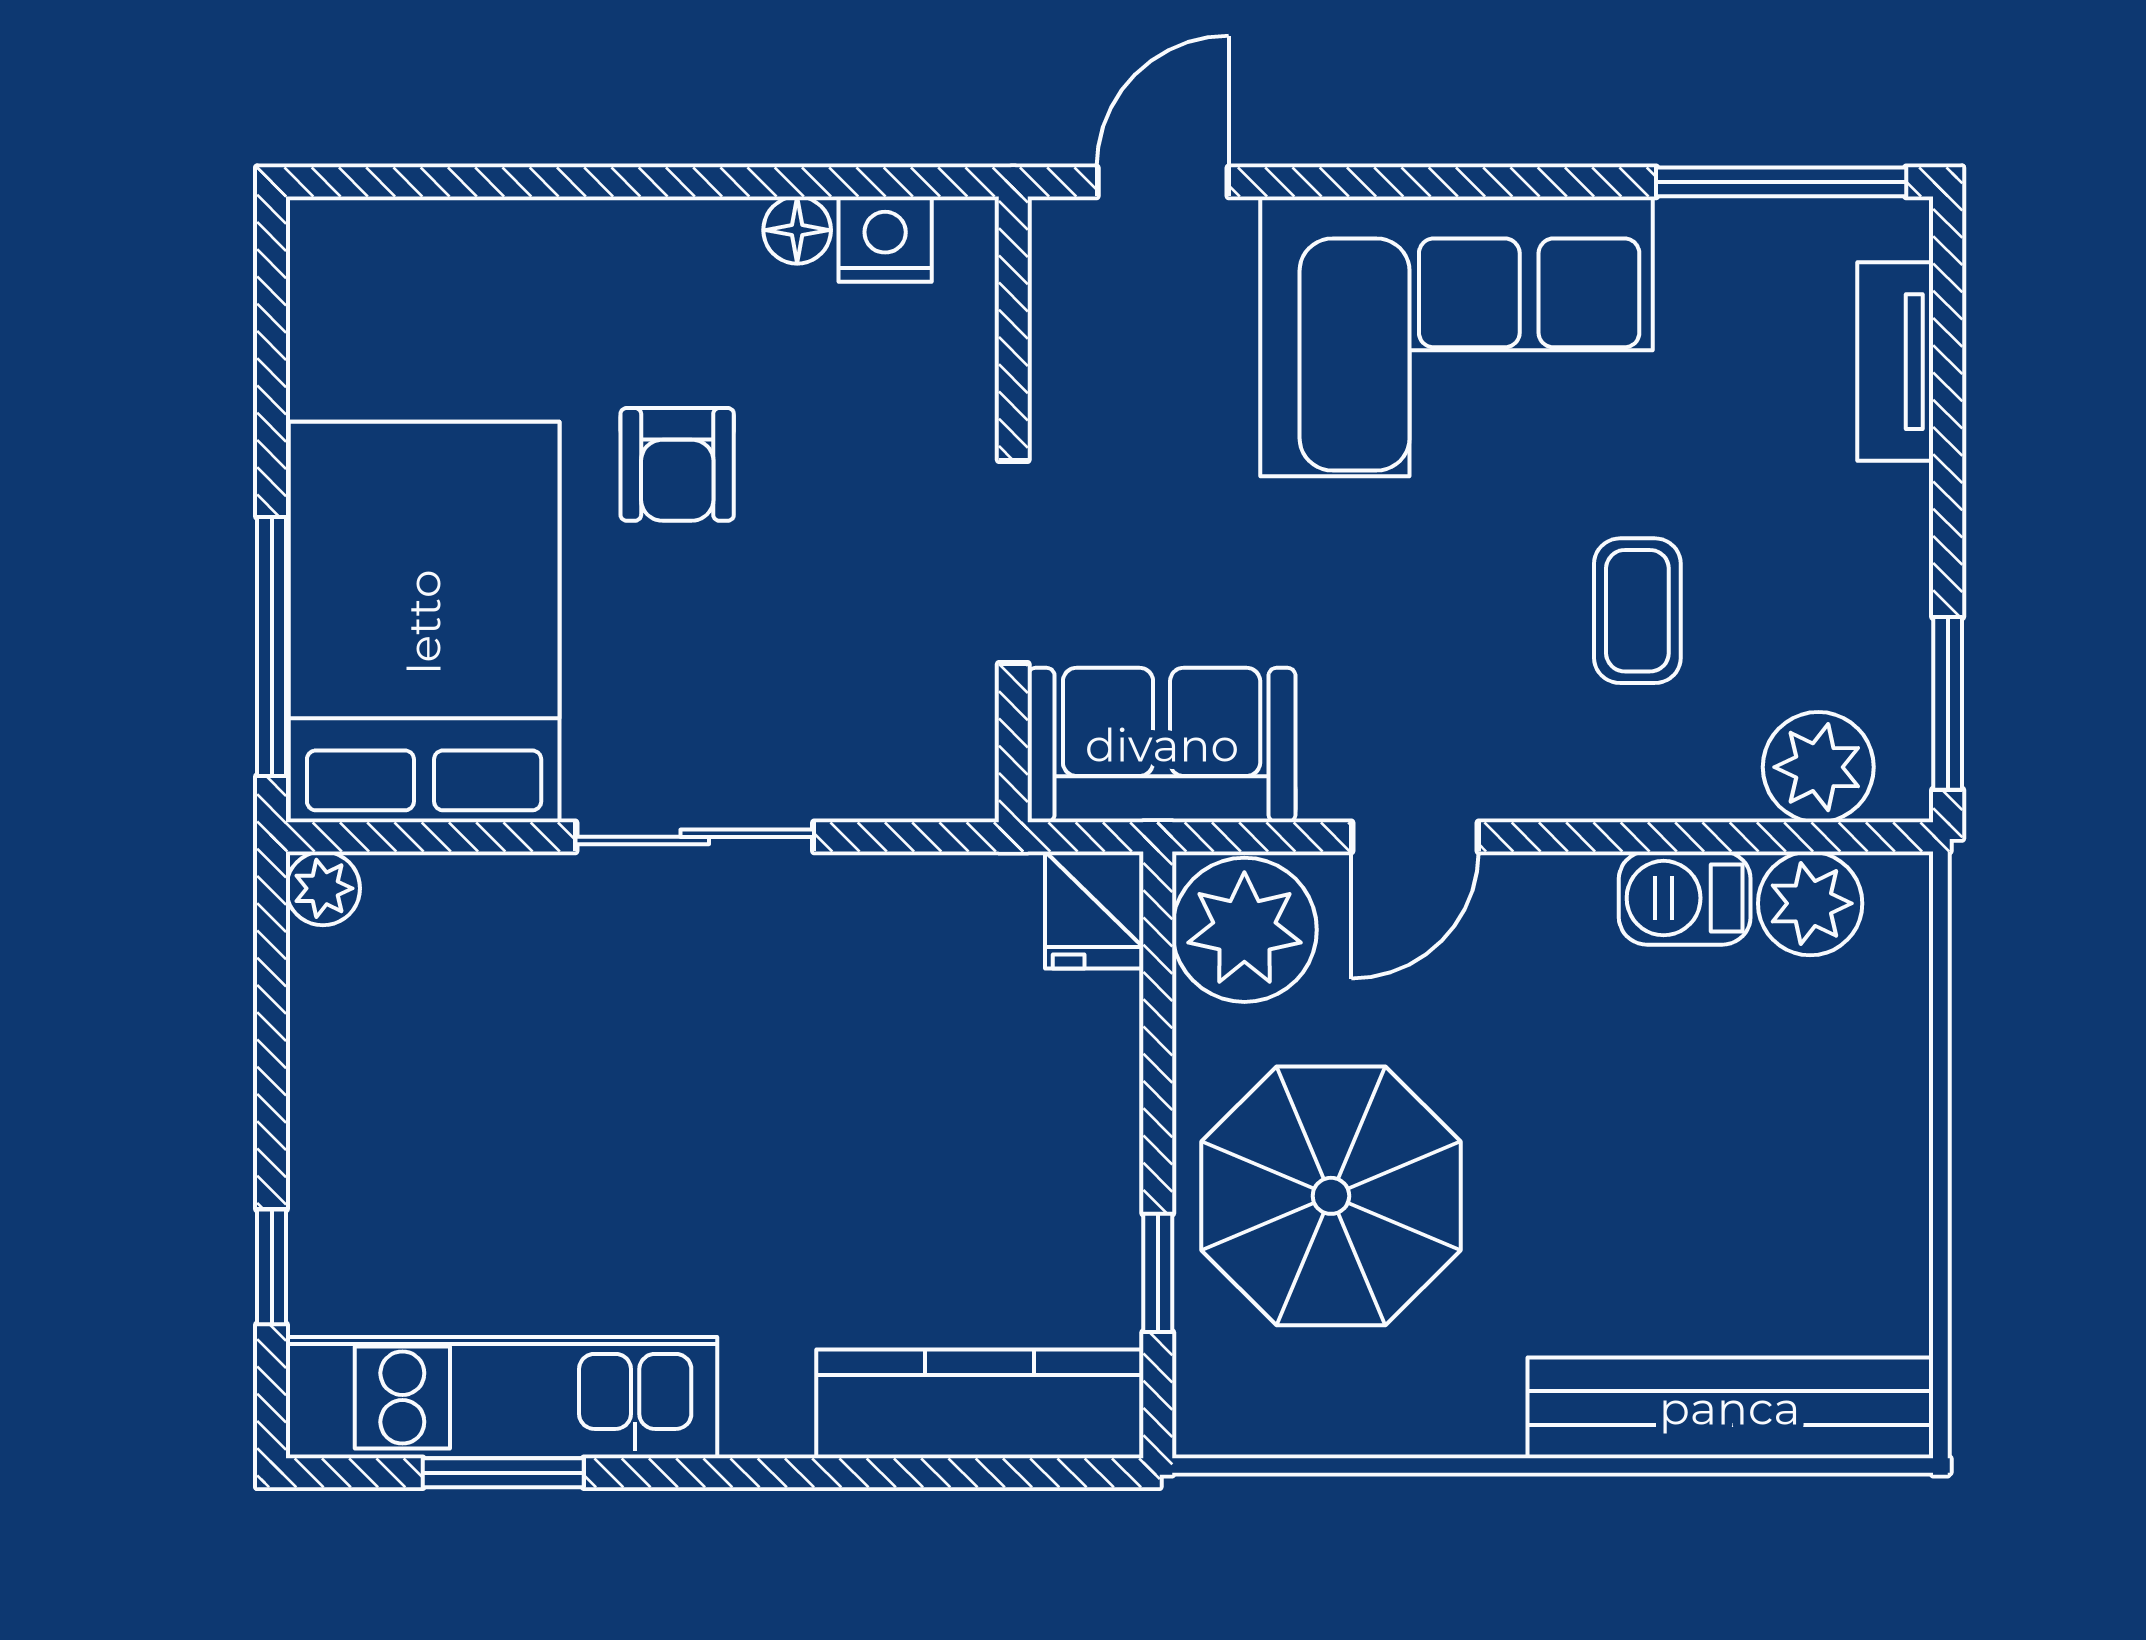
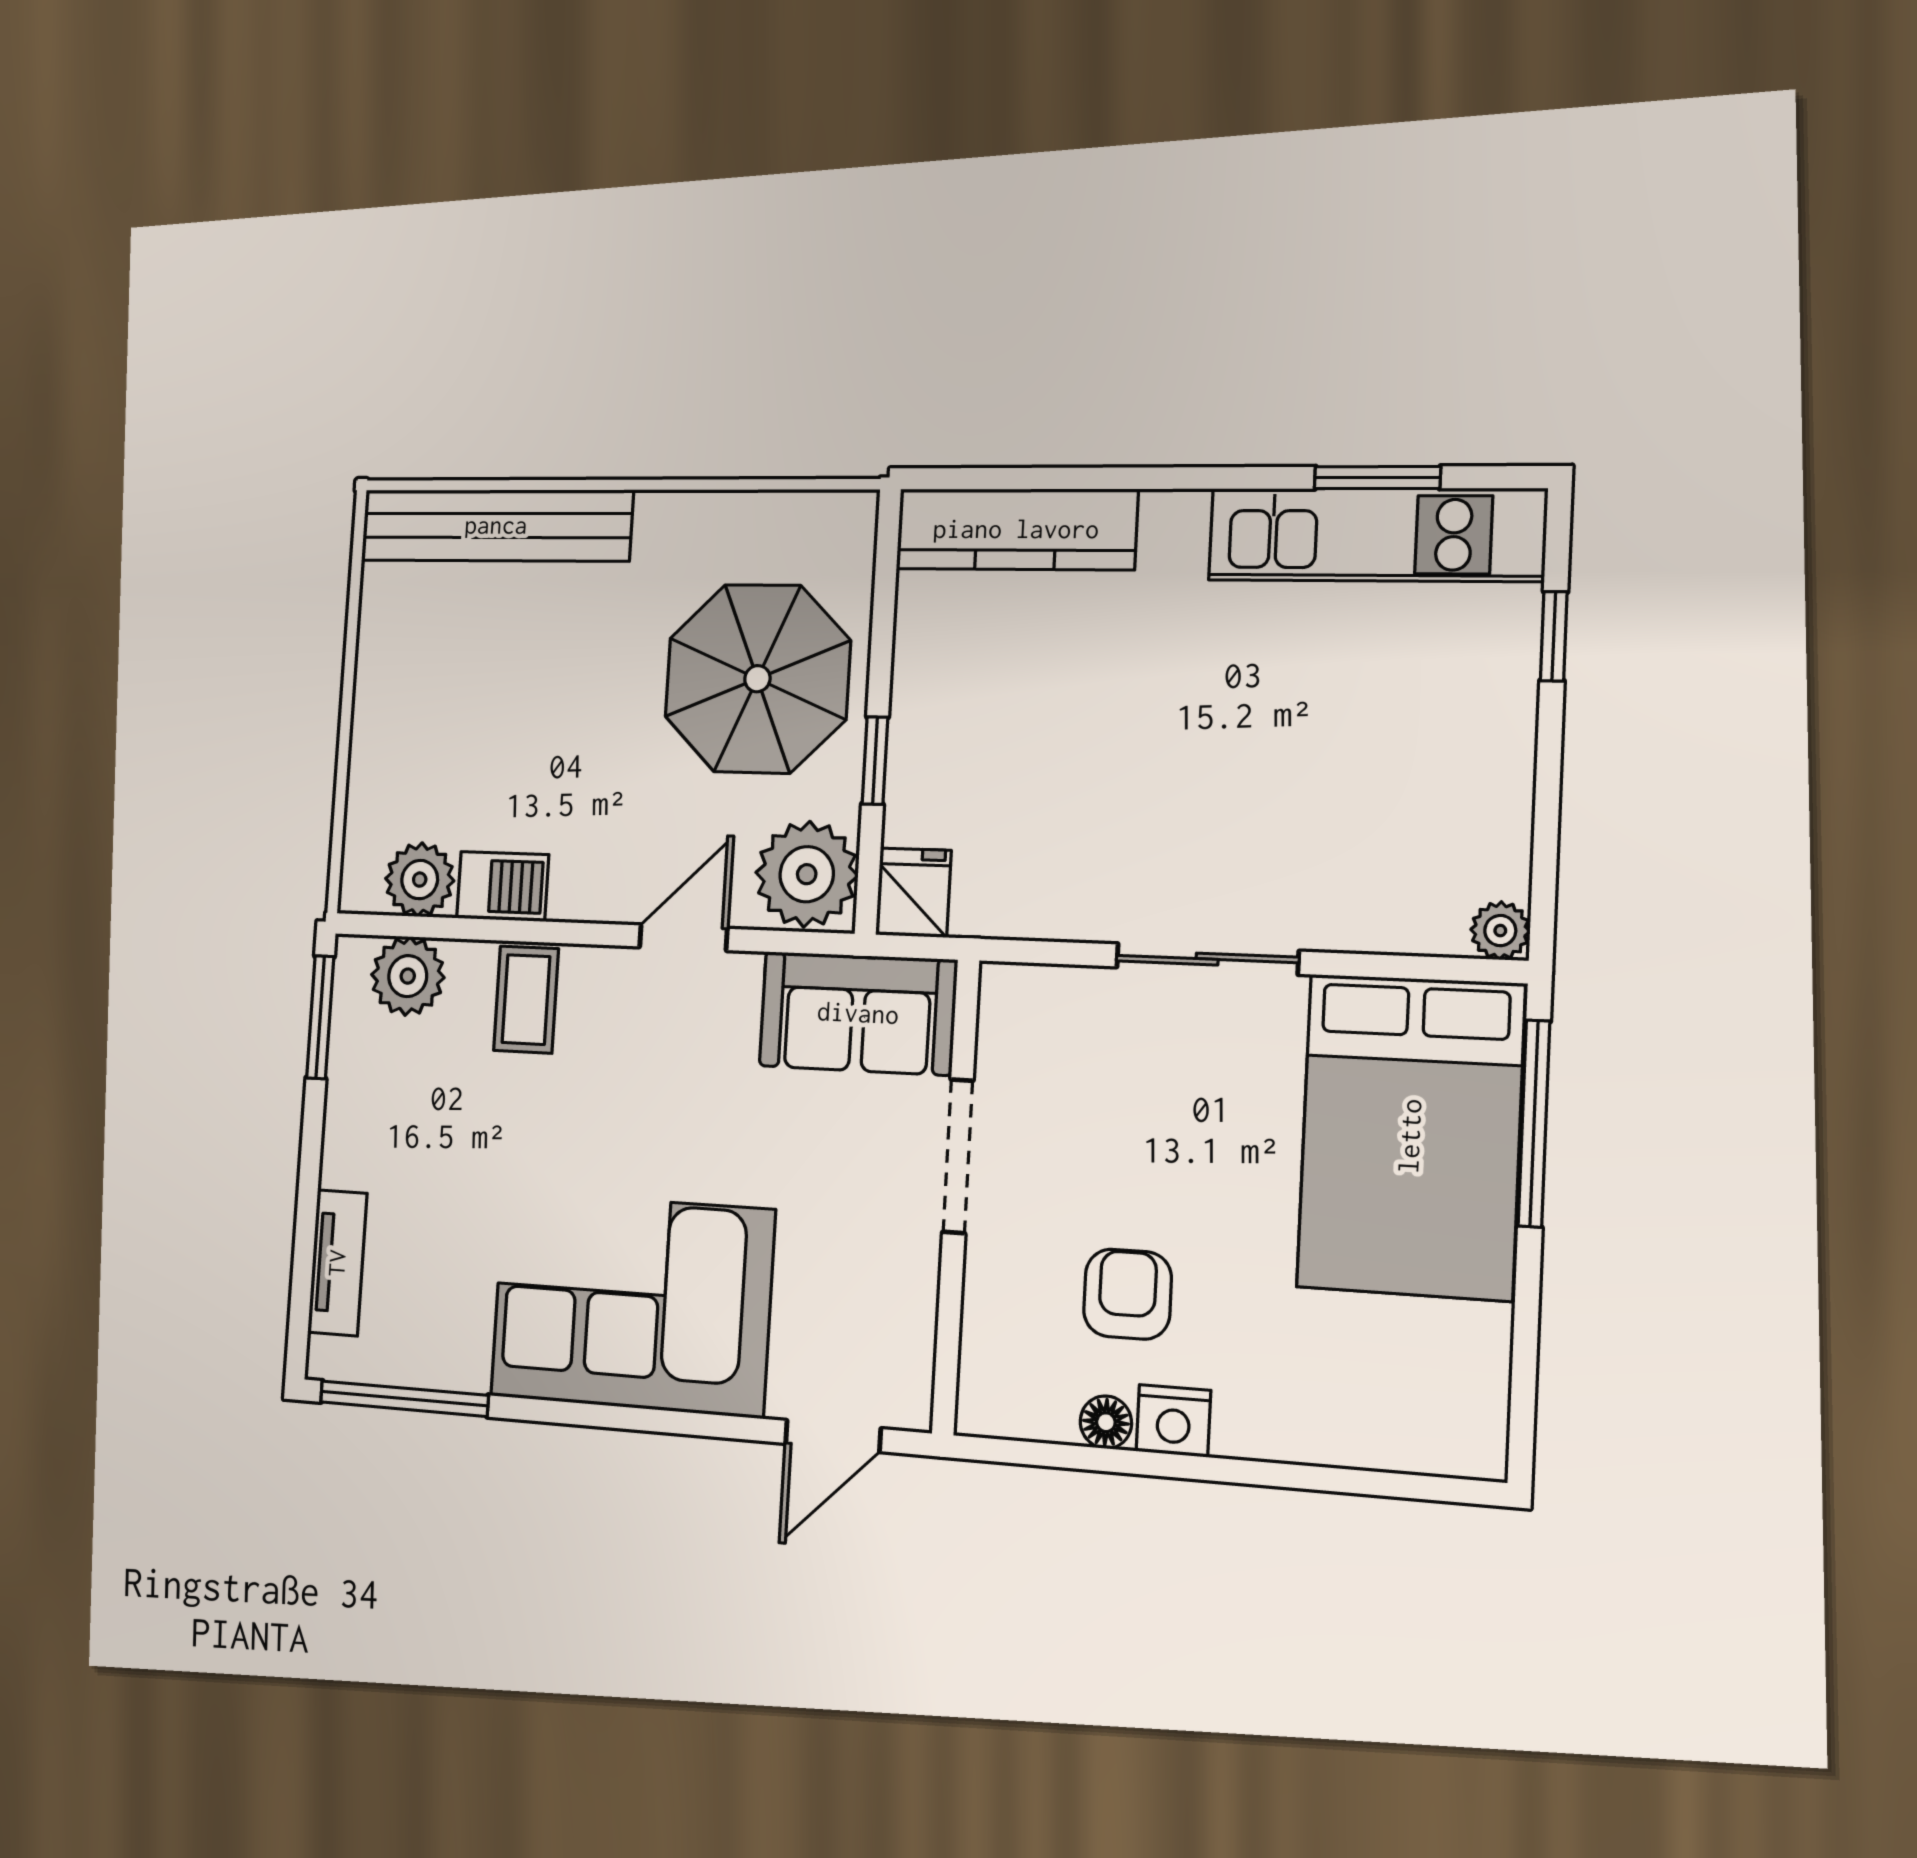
nightstand: (885, 239) -> (1173, 1421), moved
armchair: (677, 464) -> (1128, 1294), moved
coffee table: (1637, 611) -> (526, 1000), moved
window: (1158, 1273) -> (875, 761), moved

